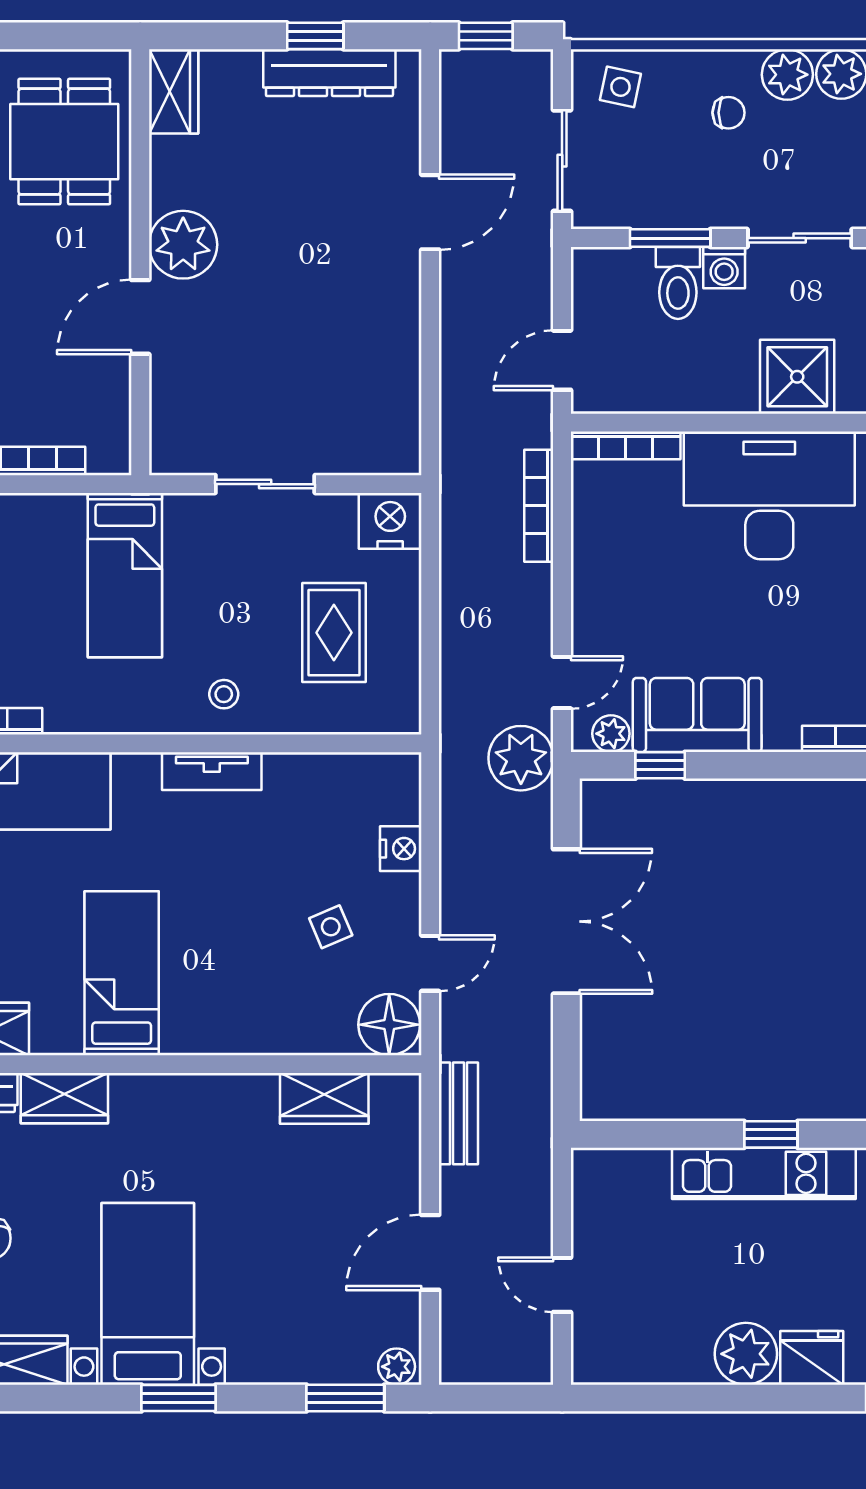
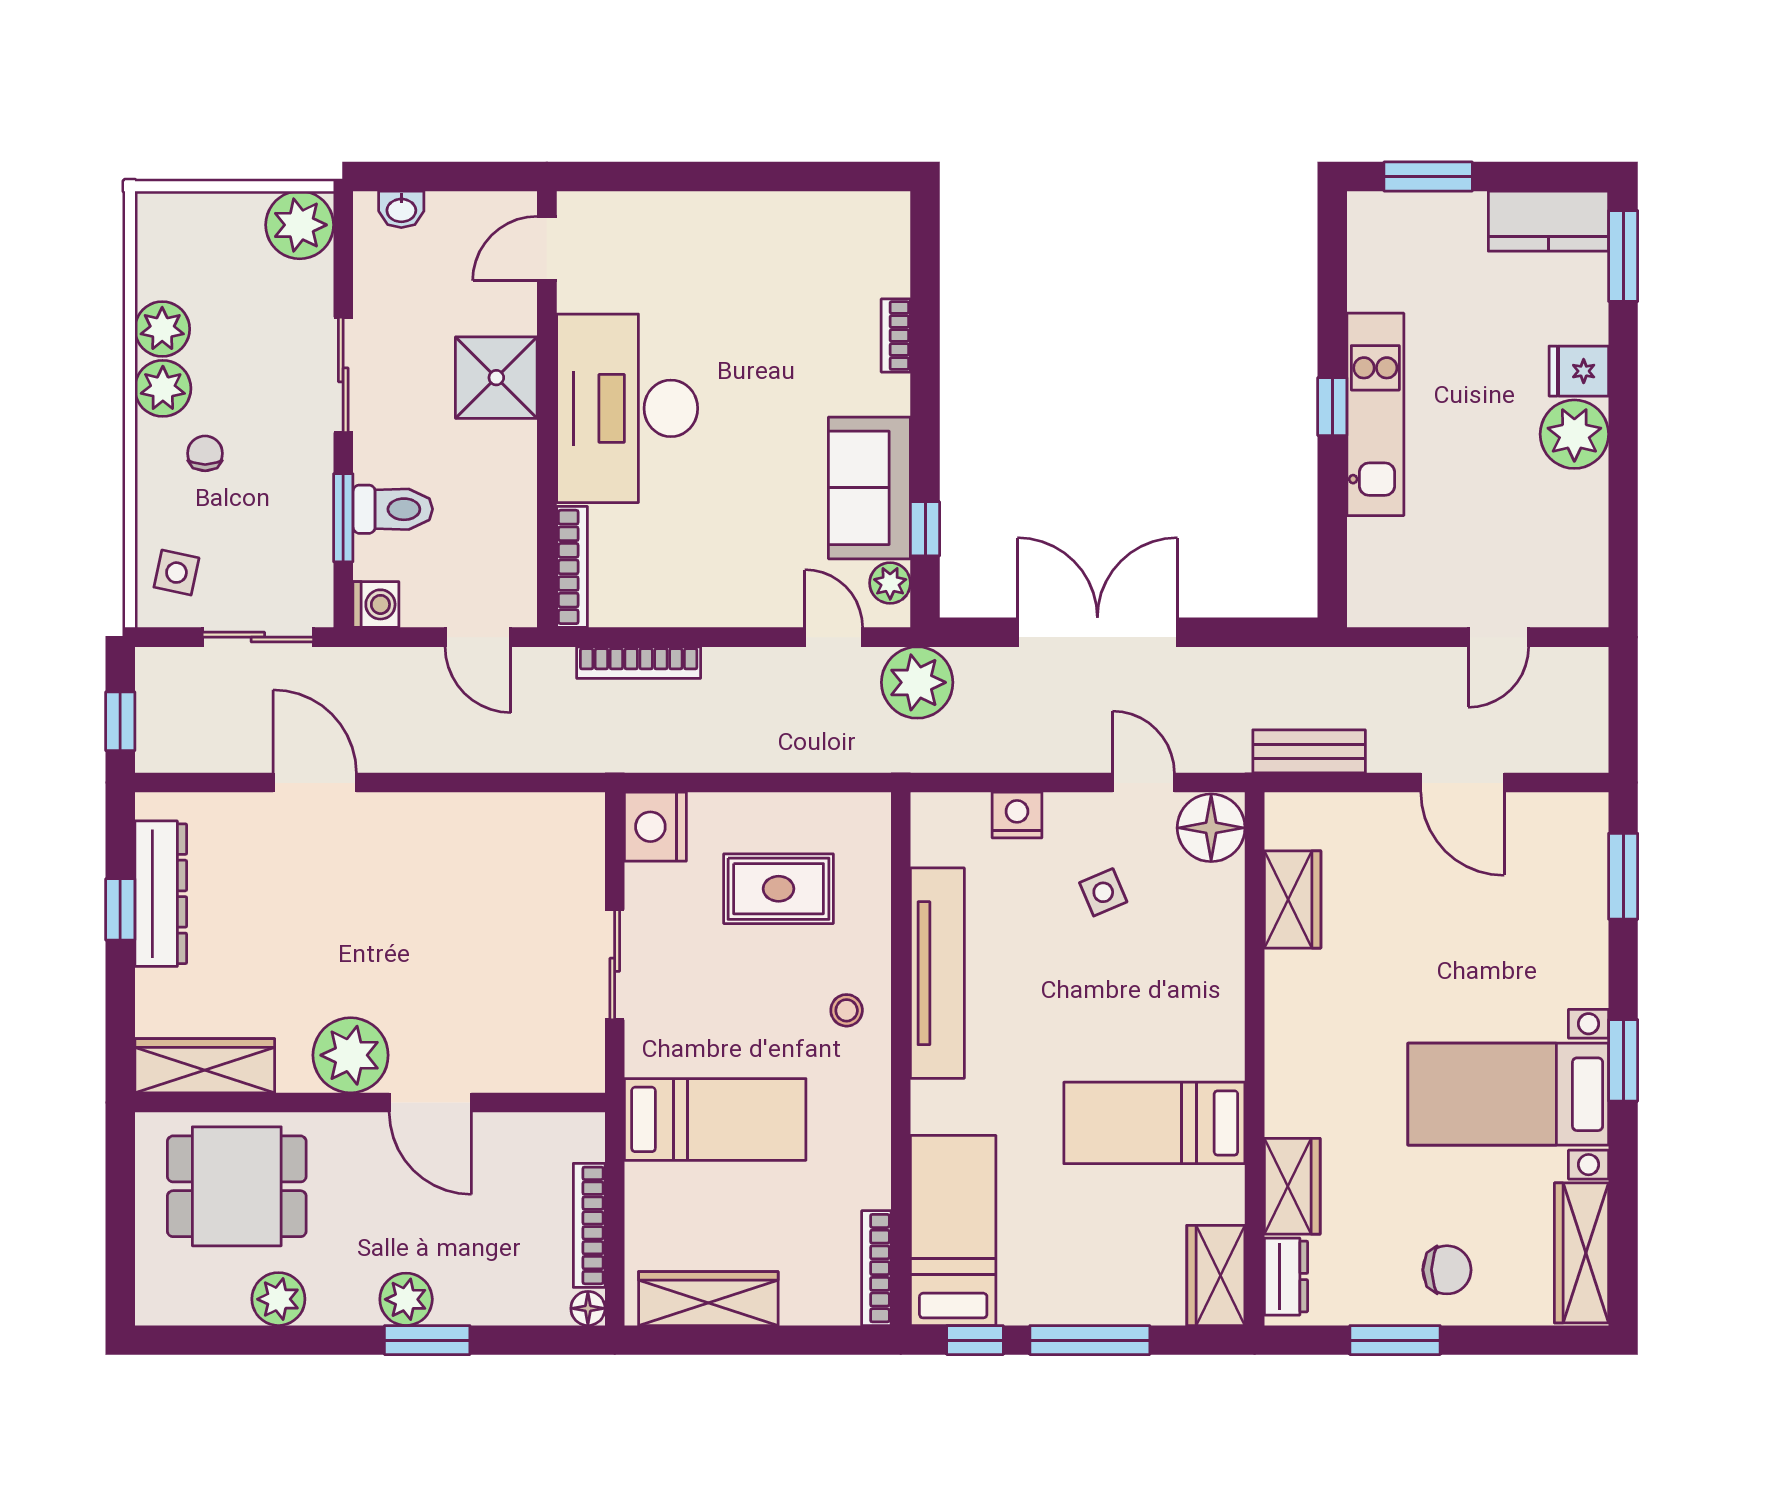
wardrobe: (174, 91) -> (205, 1066), width x1.50
washing machine: (724, 268) -> (376, 604), moved
tv unit: (212, 771) -> (937, 973), width x1.92, depth x1.29
fridge: (812, 1358) -> (1579, 371), width x0.72
plant: (397, 1367) -> (1588, 820), removed

